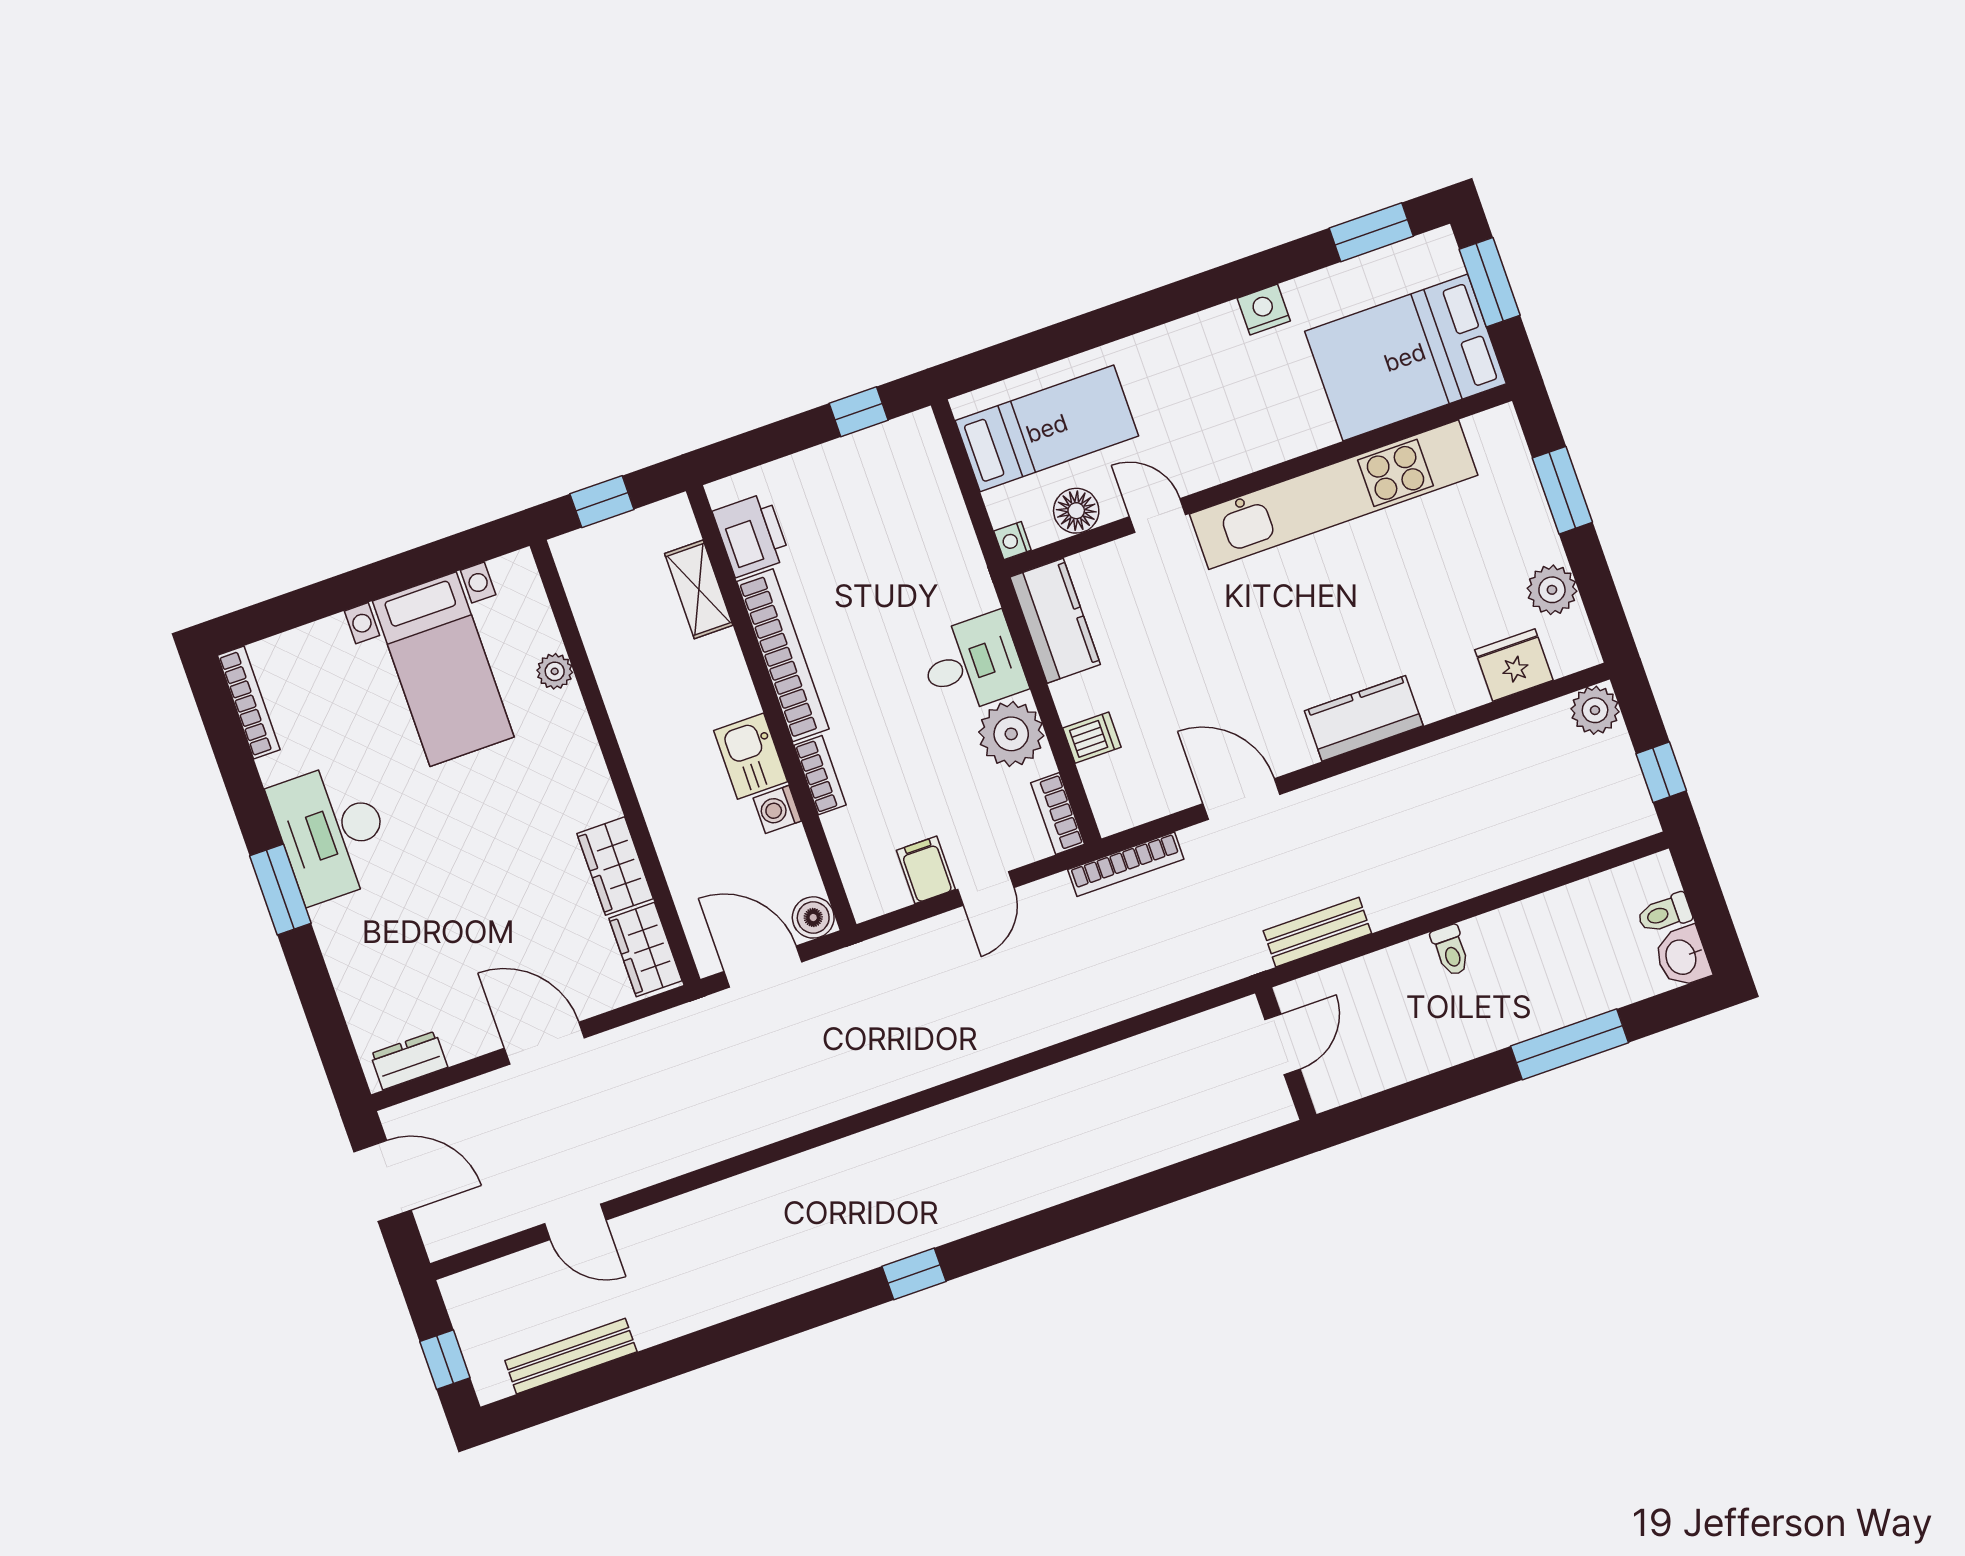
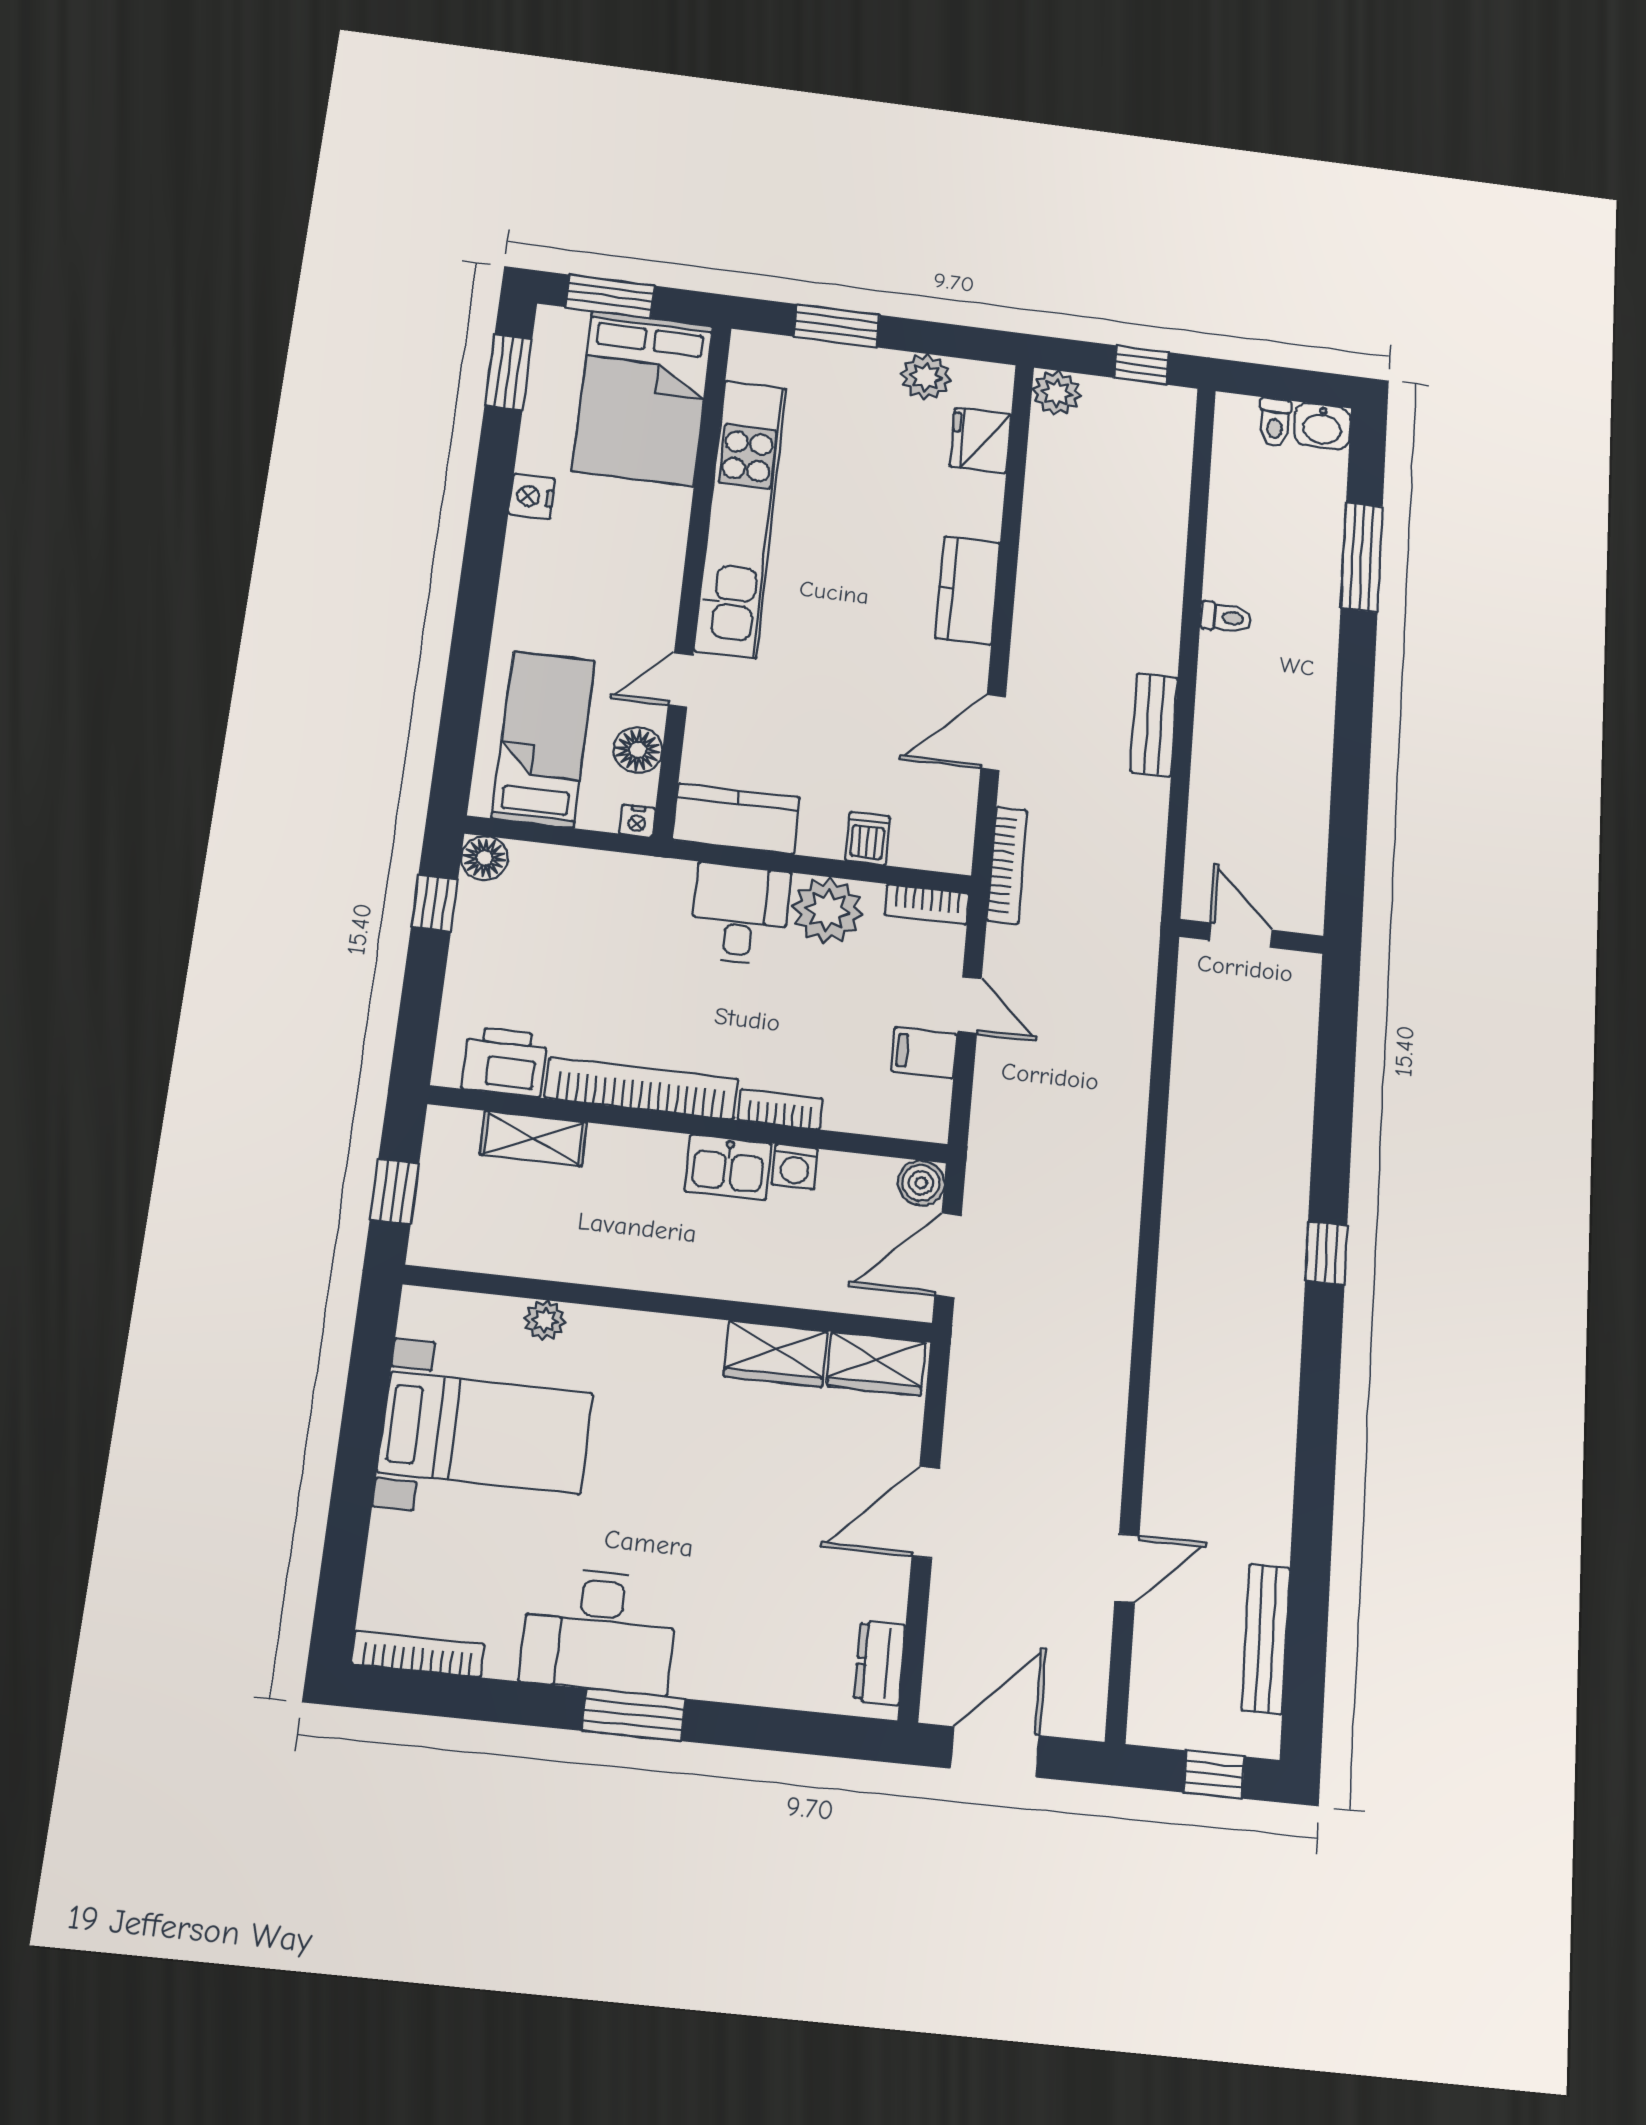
floor lamp: (918, 432) -> (485, 858), added
door: (1283, 1044) -> (1241, 935), moved
wall: (1286, 1054) -> (1251, 936), moved

